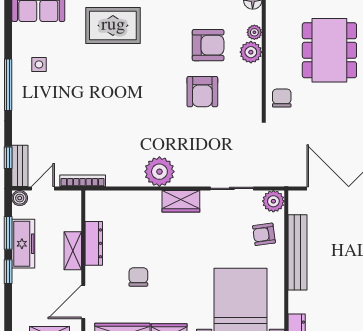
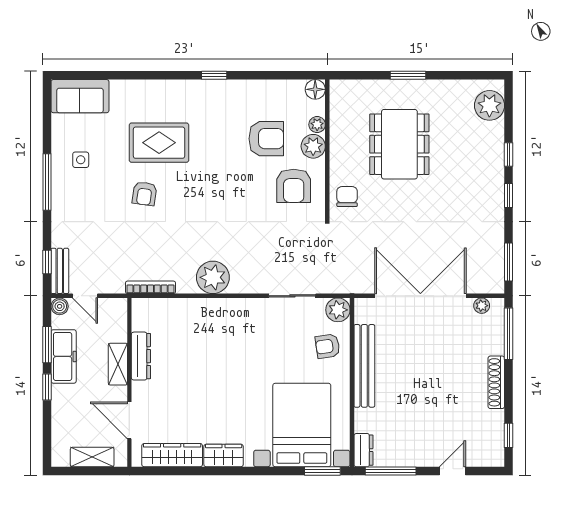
rug: (113, 25) -> (159, 143), moved
armchair: (202, 92) -> (294, 186), moved
armchair: (97, 95) -> (145, 194), added
bookcase: (83, 181) -> (151, 287), moved
door: (43, 188) -> (85, 296), swing flipped
wardrobe: (181, 201) -> (236, 310), removed
chair: (138, 277) -> (190, 393), removed
door: (83, 302) -> (129, 420), hinge flipped

